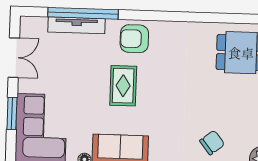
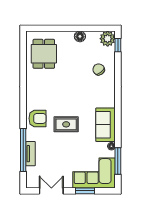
tv unit: (77, 25) -> (31, 154), width x0.71
armchair: (134, 39) -> (37, 118), turned -90

